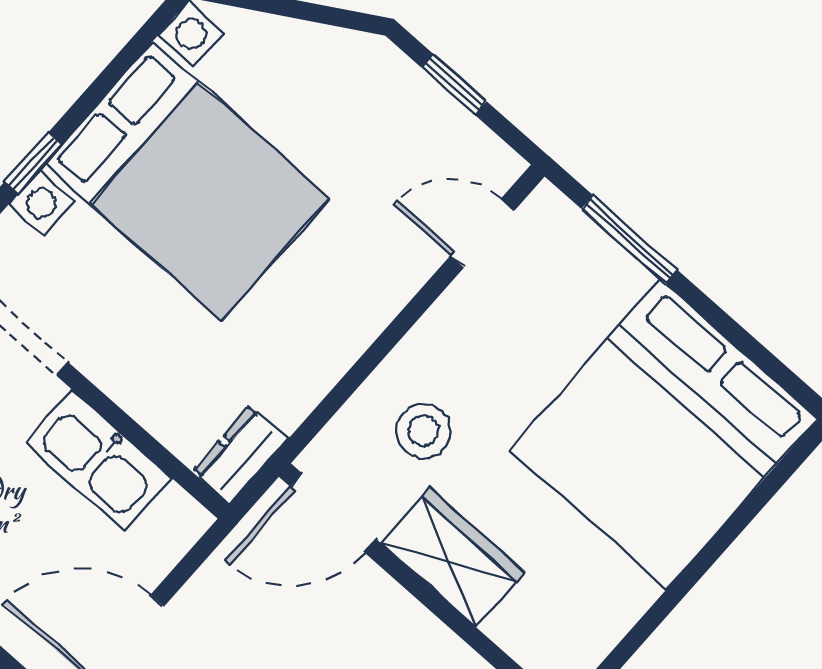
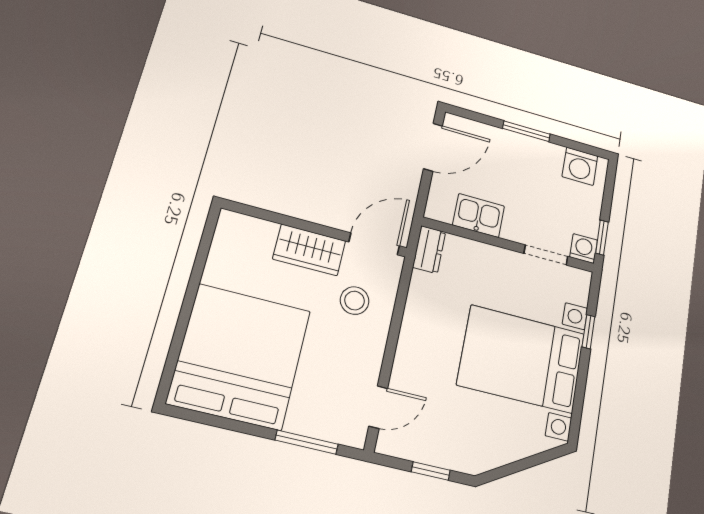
kitchen sink: (98, 460) -> (479, 216), width x0.73

